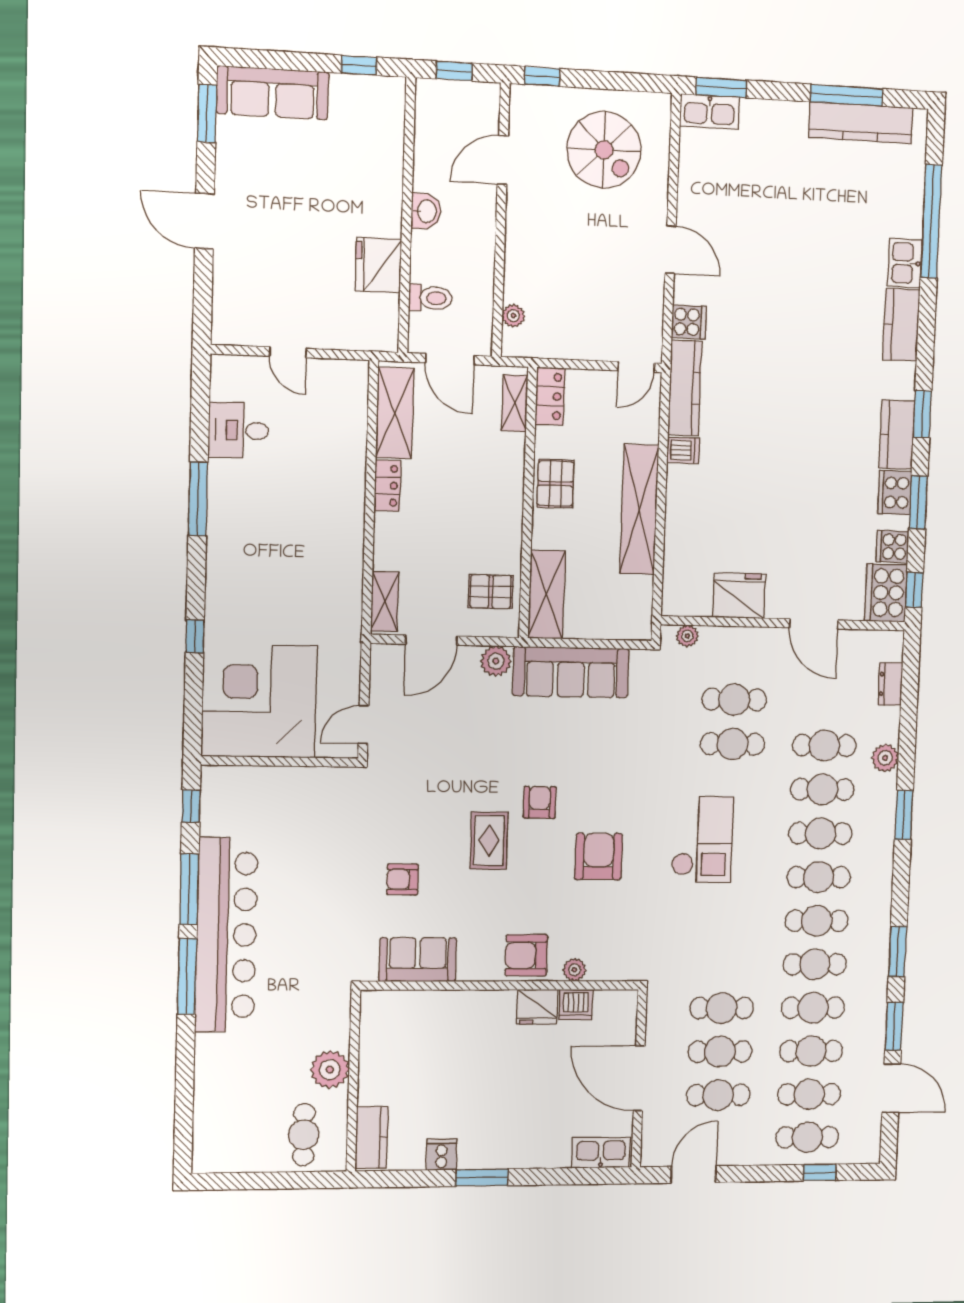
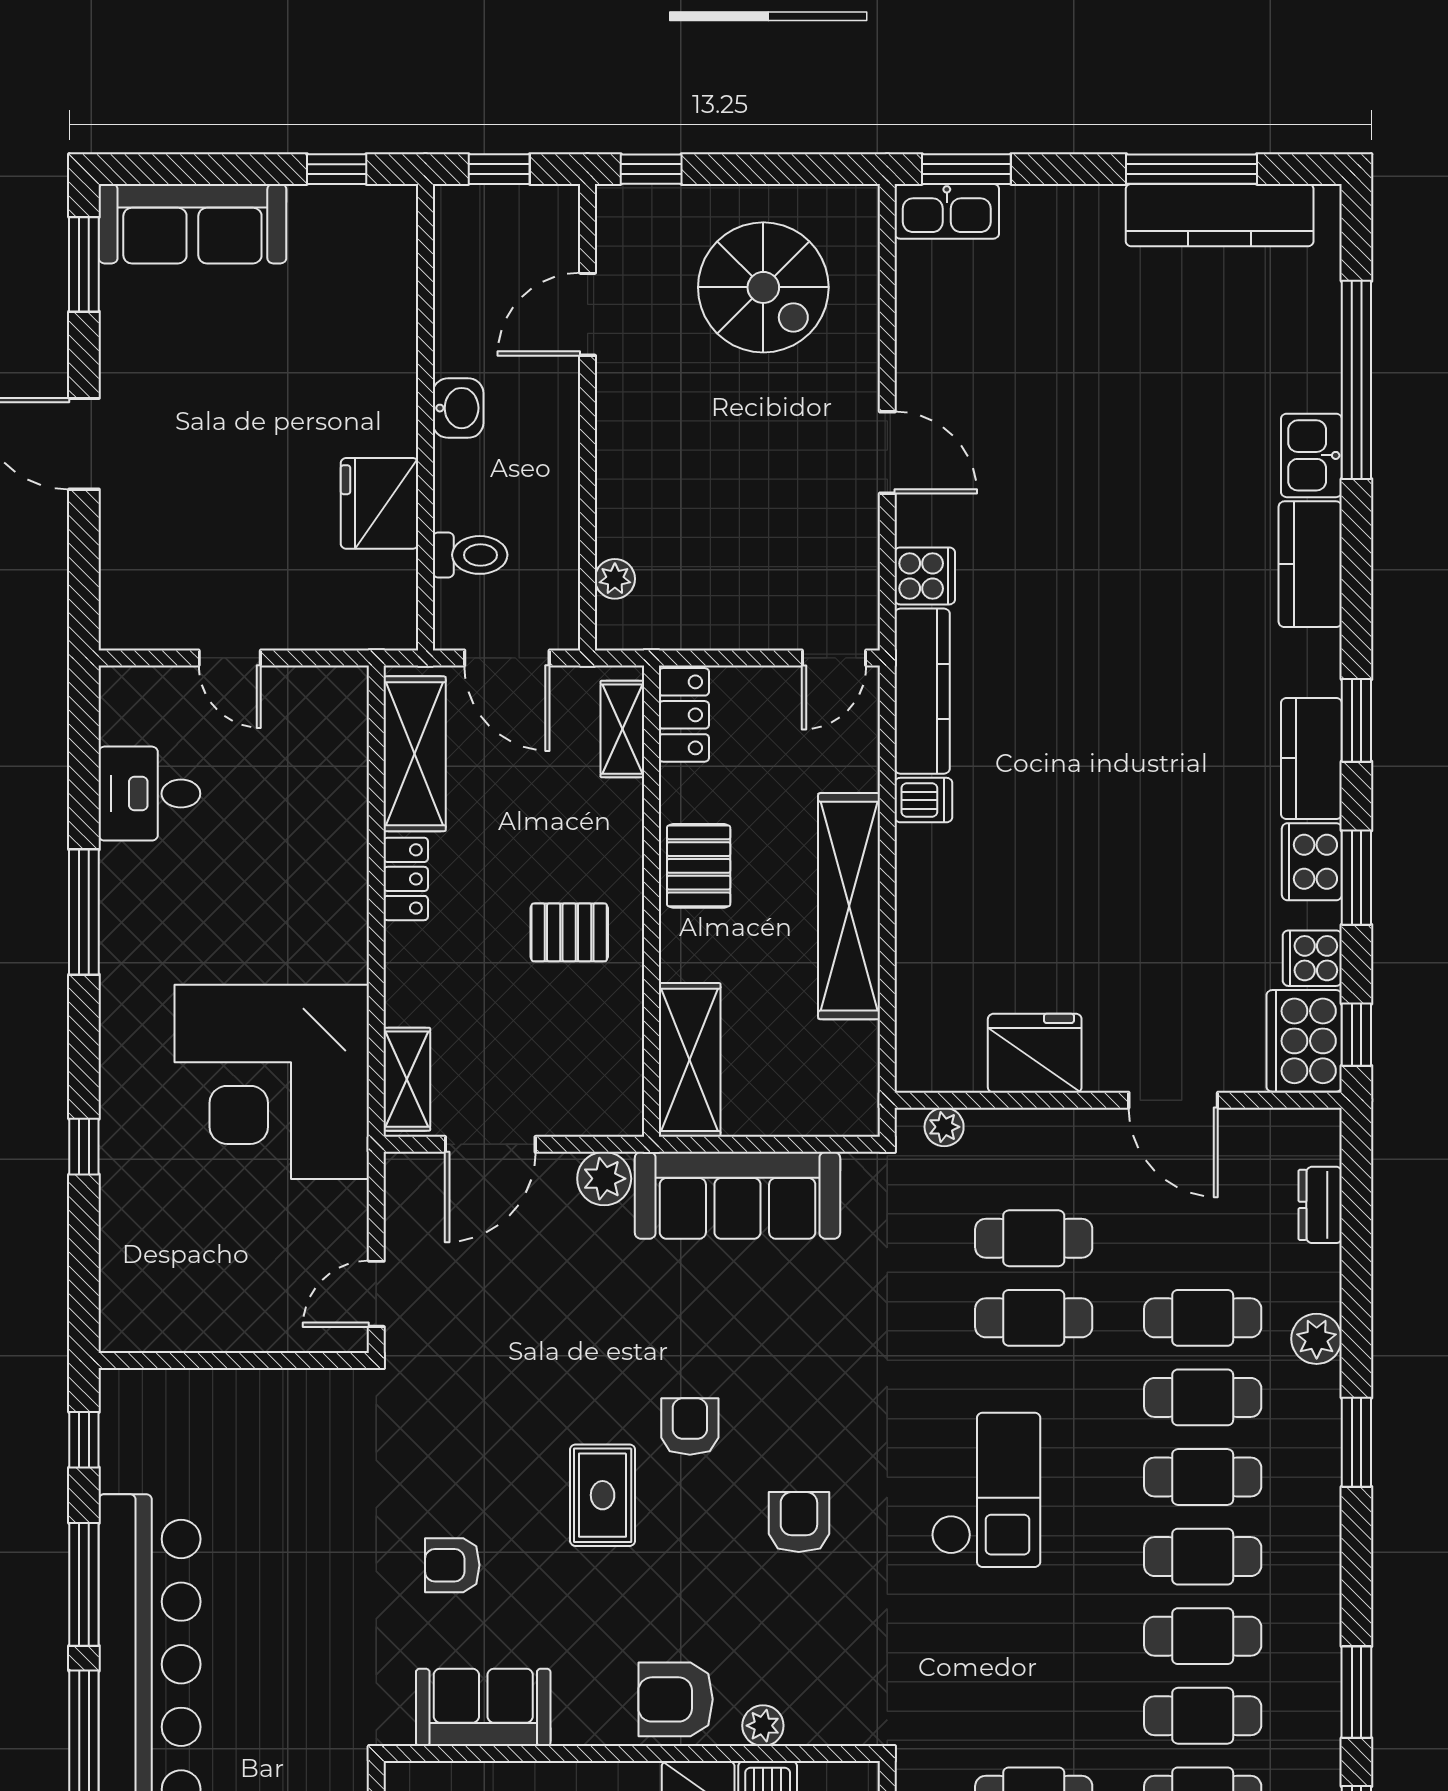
pallet: (491, 592) -> (569, 932), moved
corner desk: (259, 701) -> (272, 1082), moved, turned -90
armchair: (599, 856) -> (799, 1522), width x0.72, depth x0.72

